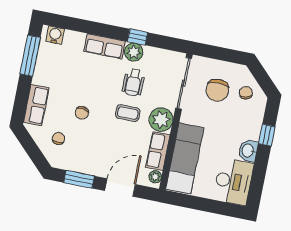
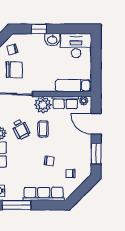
wheelchair: (133, 82) -> (21, 129), turned 63
row of seats: (36, 105) -> (44, 194), width x1.48
exam couch: (185, 158) -> (73, 86), width x0.73, depth x0.69

